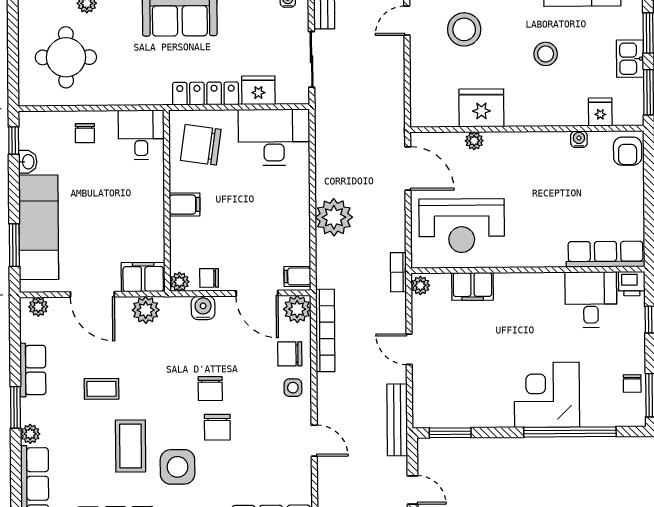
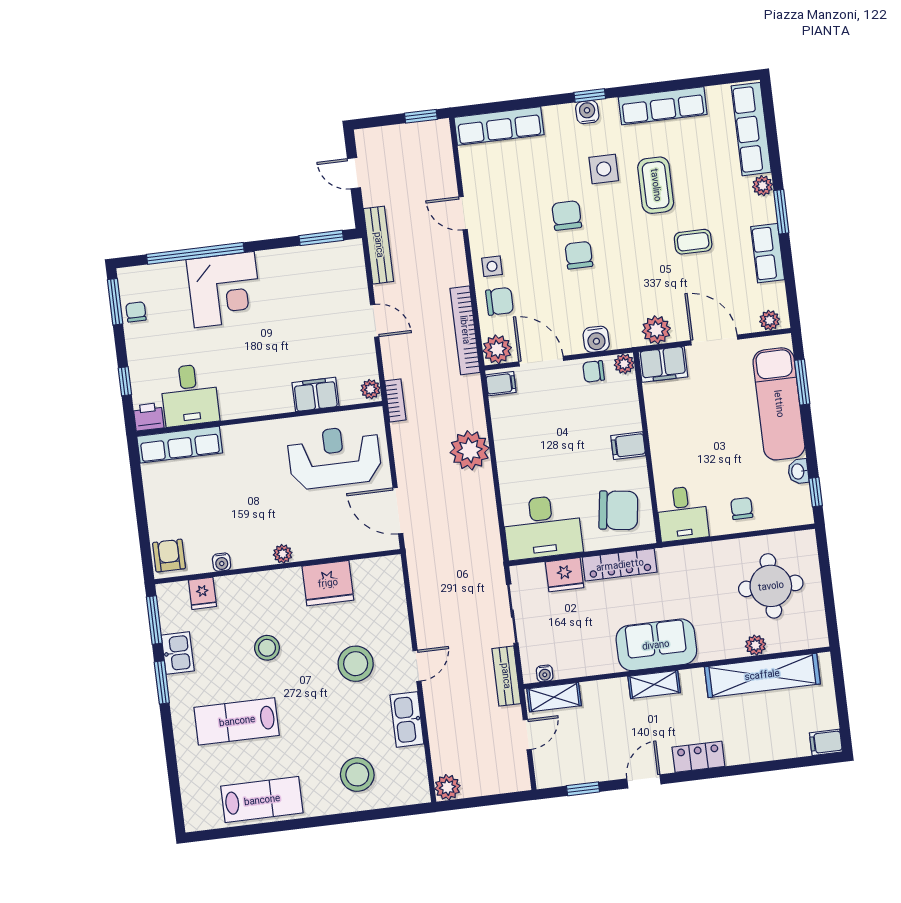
plant: (474, 141) -> (283, 554), moved
chair: (209, 278) -> (594, 371), turned 180
side table: (177, 467) -> (604, 169), width x0.73, depth x0.73

